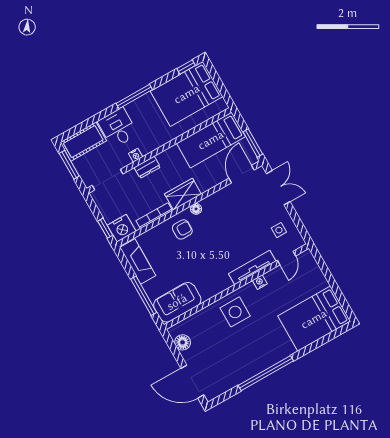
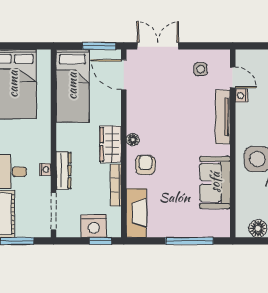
dresser: (147, 167) -> (64, 170), width x1.44
nightstand: (122, 228) -> (94, 226), moved, turned 90
fireplace: (138, 262) -> (136, 213), moved, turned 90
nightstand: (260, 282) -> (241, 96), moved
sofa: (177, 302) -> (215, 182), moved

